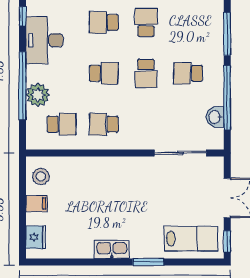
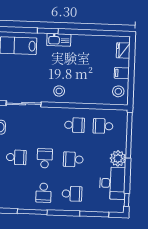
window: (23, 86) -> (129, 135), moved
plant: (38, 95) -> (118, 158), moved
stool: (128, 174) -> (59, 91), added
kitchen sink: (112, 249) -> (59, 40), moved

